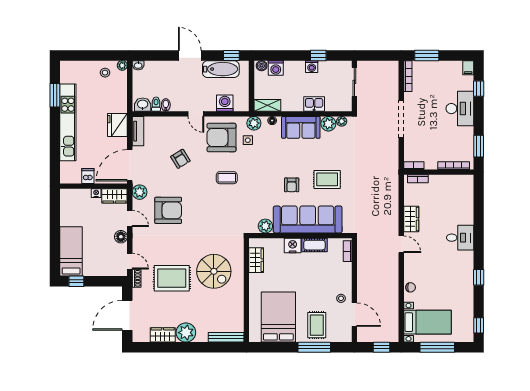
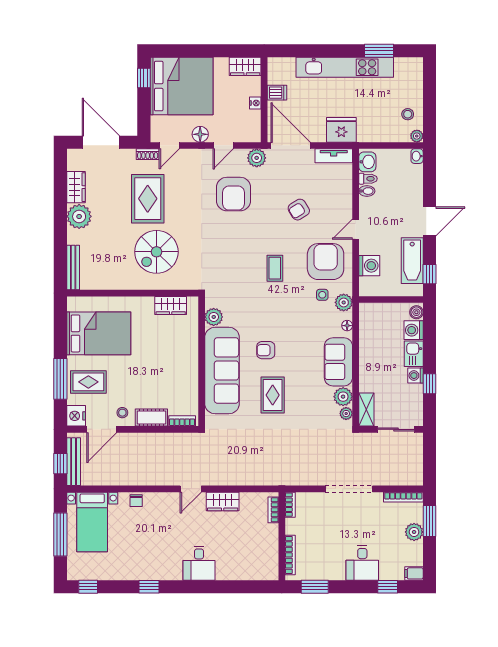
plant: (435, 68) -> (414, 532), added
kitchen sink: (314, 104) -> (414, 354), moved, turned 180
shelving: (267, 105) -> (366, 409), moved
desk: (460, 109) -> (362, 563), width x0.73
wardrobe: (114, 196) -> (245, 66), moved, turned -90
cot: (314, 245) -> (151, 418), moved, turned 90
nightstand: (293, 246) -> (76, 416), moved, turned 180
bed: (71, 251) -> (182, 86), width x2.04
bench: (380, 337) -> (74, 462), added

